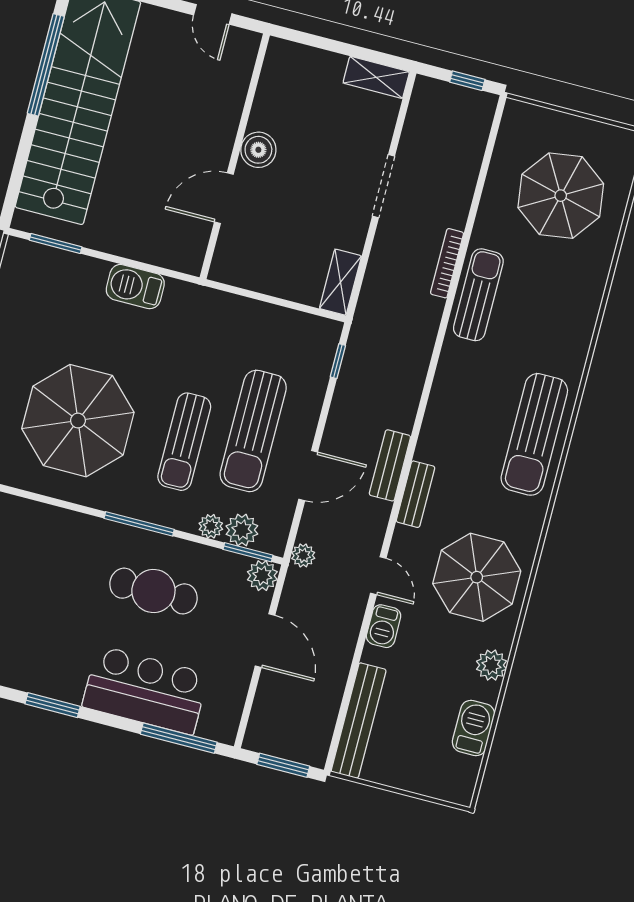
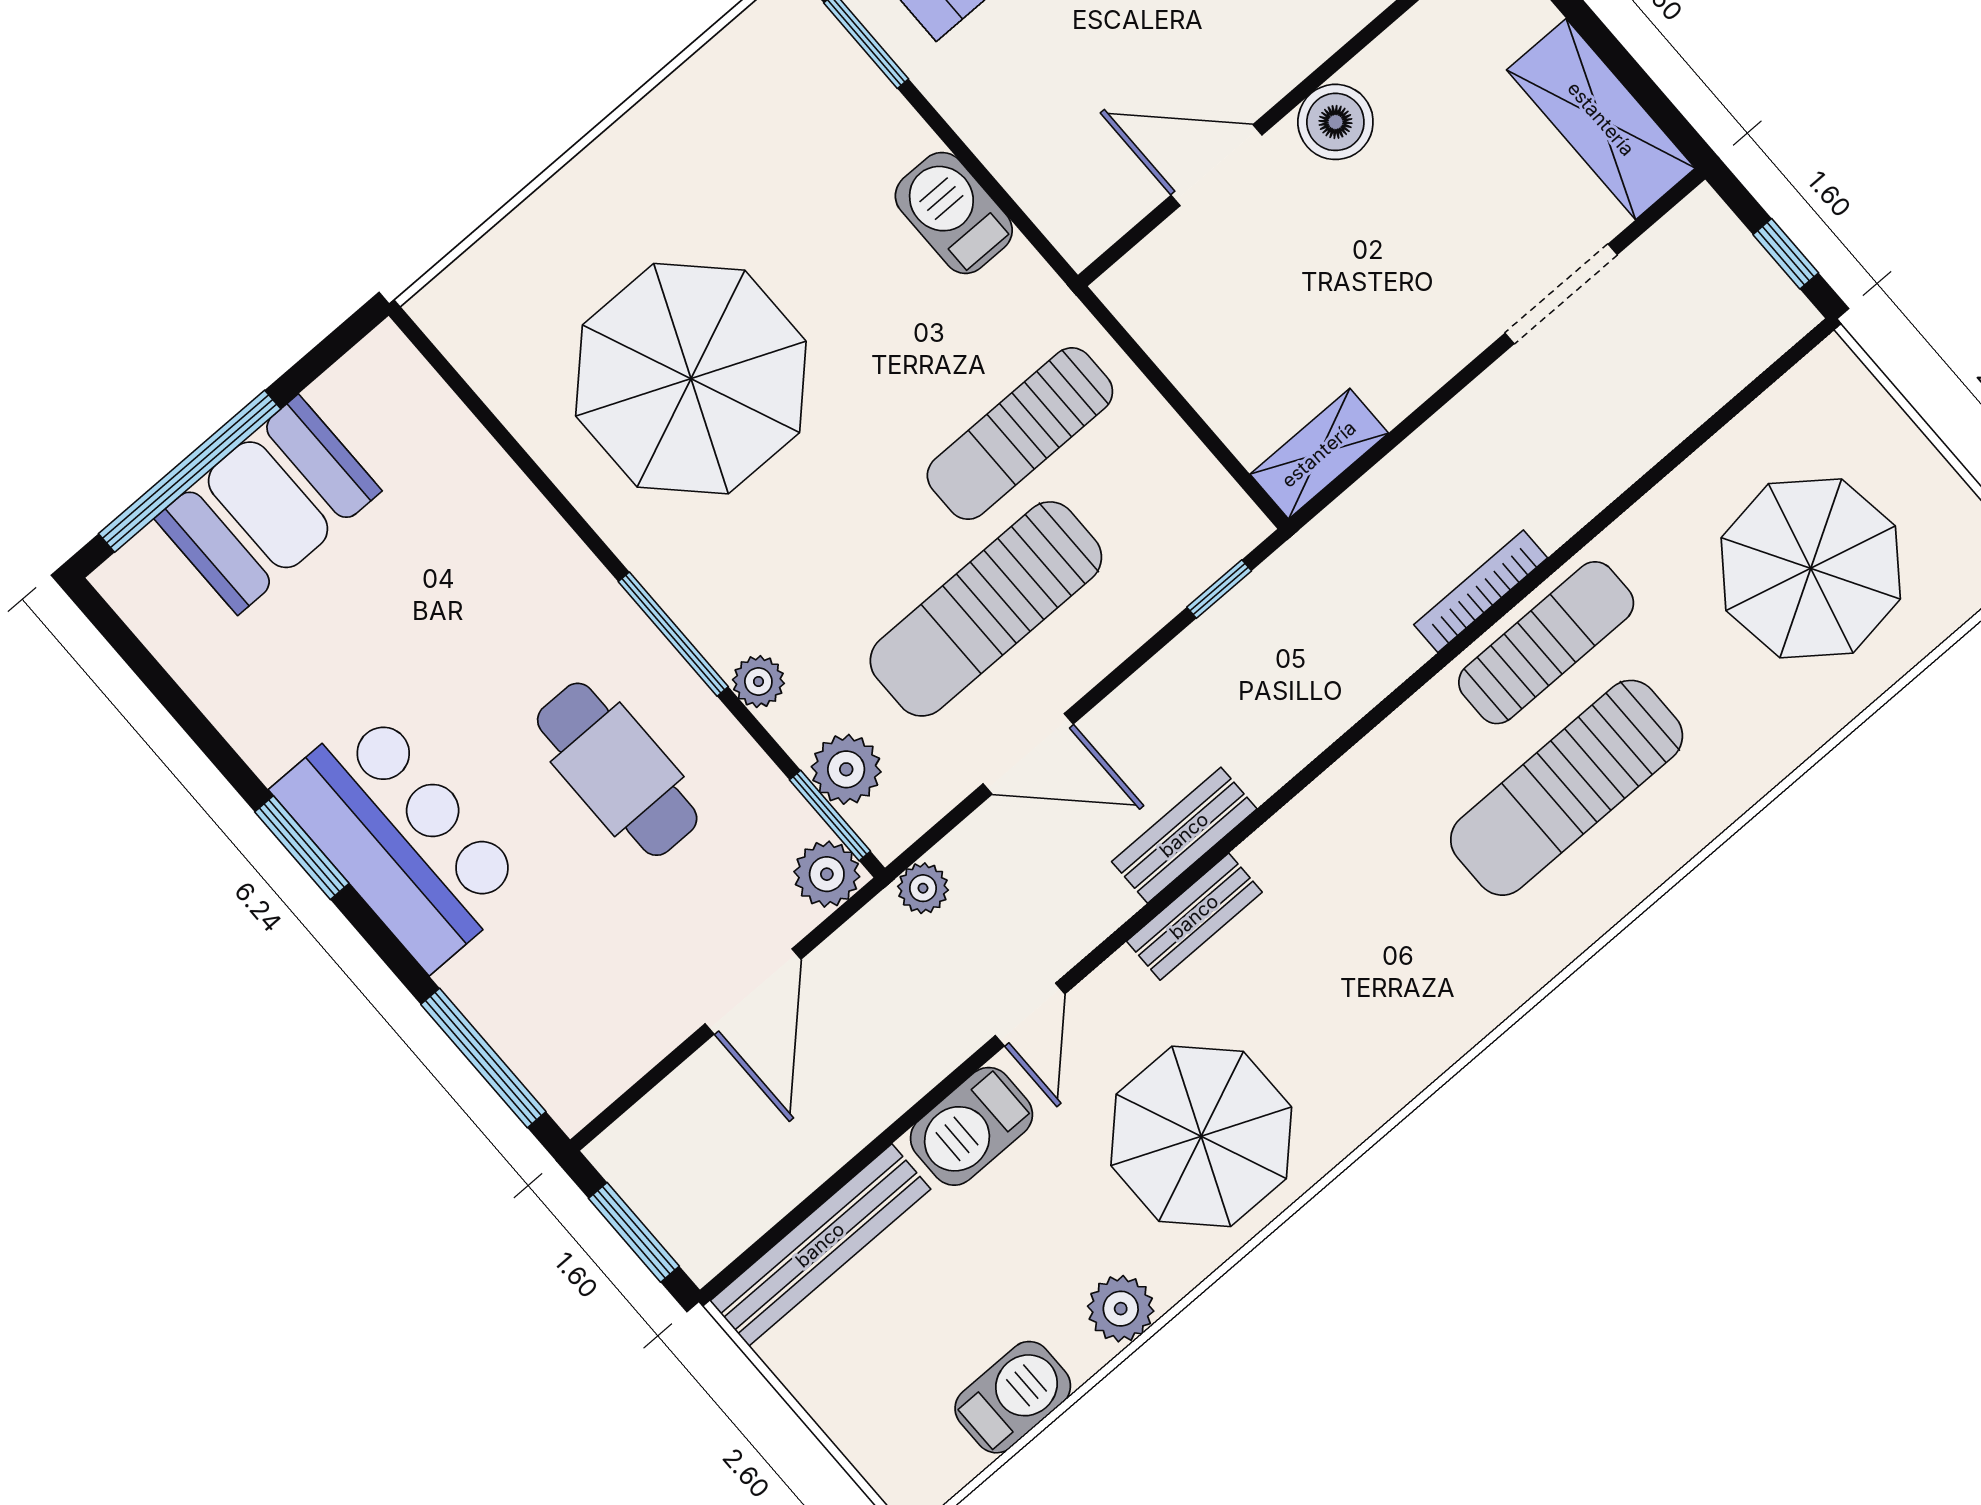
shelving: (376, 77) -> (1601, 119), width x1.50, depth x1.33
doorway: (383, 186) -> (1561, 294), moved
bookcase: (447, 263) -> (1481, 591), moved
sun lounger: (534, 434) -> (1567, 788), moved
sun lounger: (184, 442) -> (1020, 434), moved
plant: (211, 526) -> (758, 682), moved
barbecue: (384, 626) -> (971, 1126), width x1.38, depth x1.27
bar counter: (145, 690) -> (401, 838), moved

